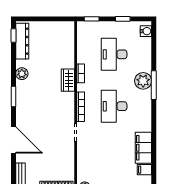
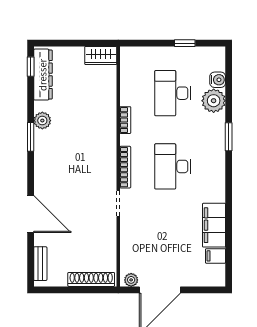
window: (92, 19) -> (141, 43), removed
water cooler: (146, 31) -> (218, 80), moved
wardrobe: (68, 80) -> (101, 55), moved, turned -90
plant: (143, 81) -> (214, 101), moved
window: (154, 85) -> (229, 137), width x0.69
window: (14, 96) -> (31, 137), moved

